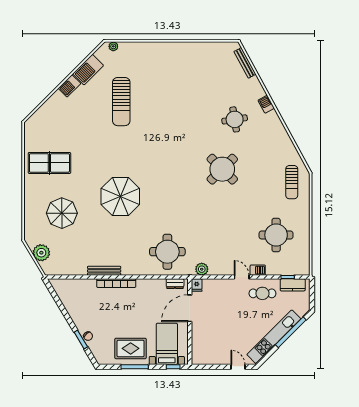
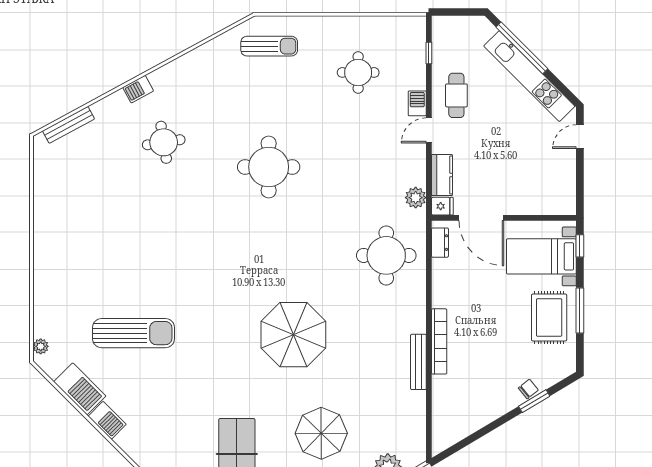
round table: (222, 169) -> (269, 167), moved, turned 45
round table: (276, 235) -> (358, 72), width x0.73, depth x0.73
kitchen counter: (293, 285) -> (442, 175), moved

